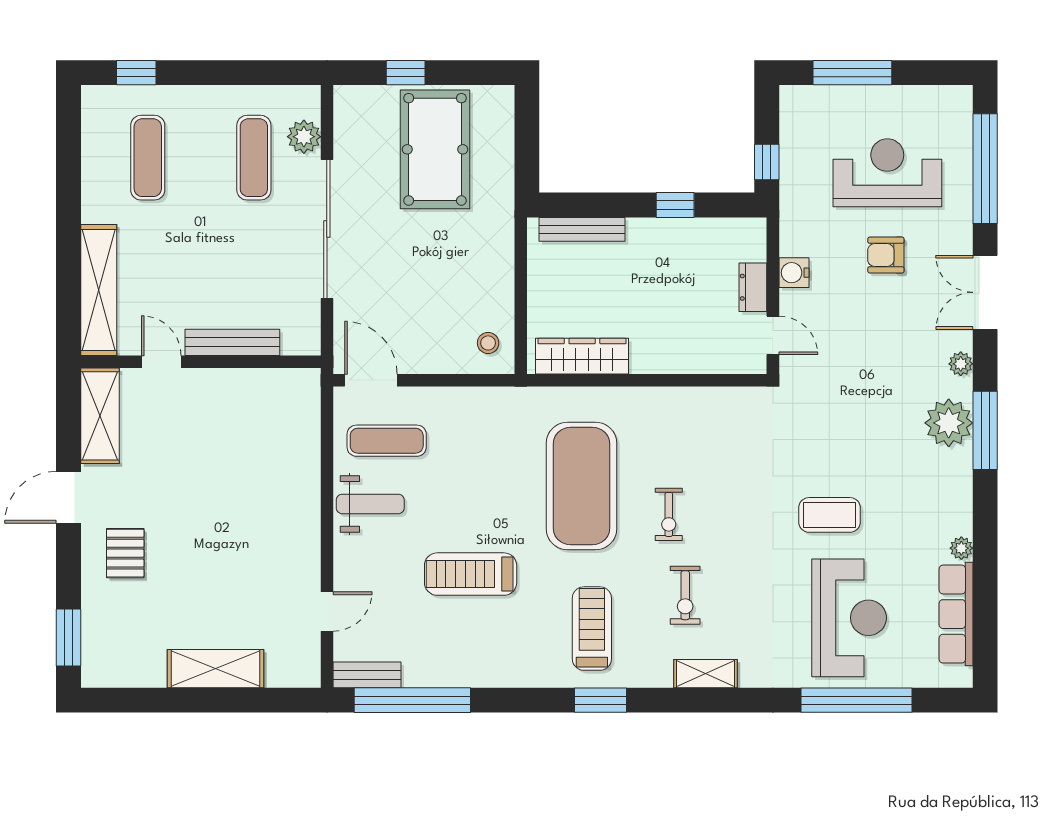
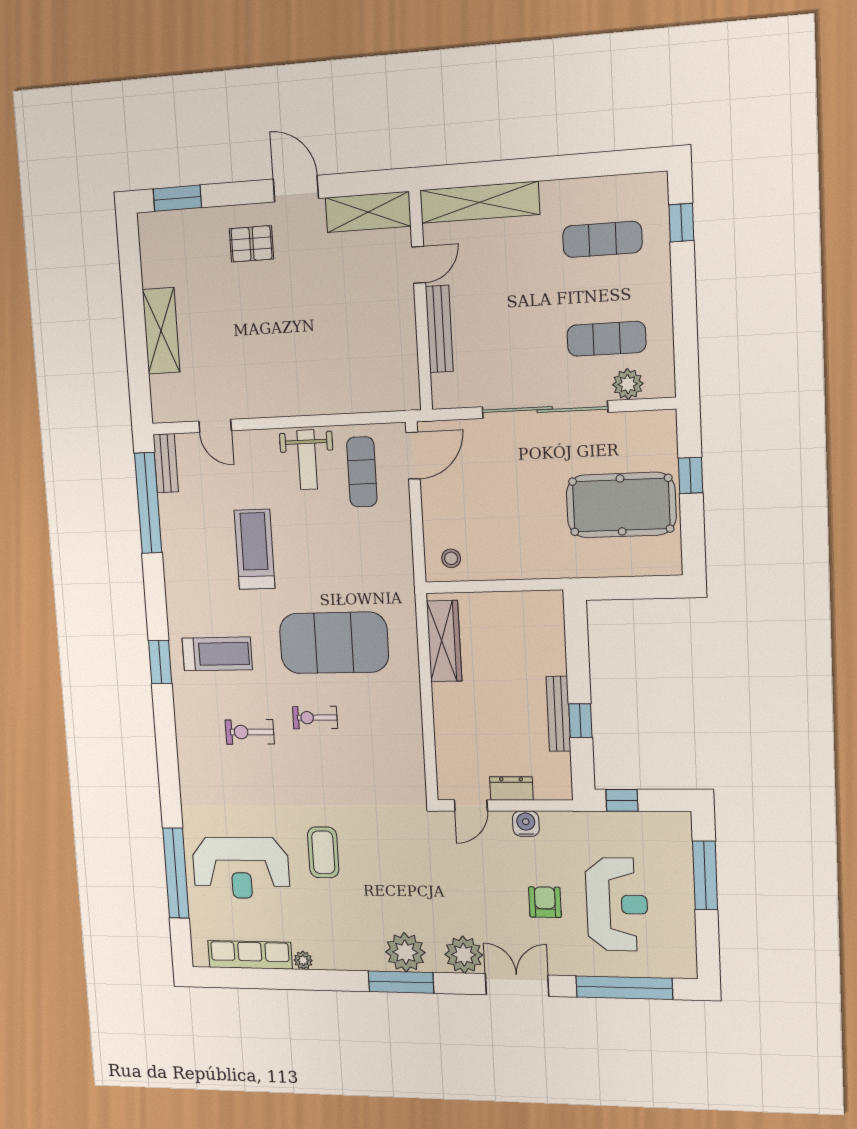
bench: (582, 229) -> (559, 714), moved
plant: (961, 364) -> (464, 955), width x1.87, depth x1.87
shelving: (705, 674) -> (188, 749), removed

